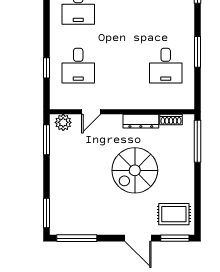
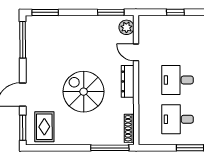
desk: (78, 66) -> (177, 80), moved
shoe rack: (171, 120) -> (129, 128), width x1.43
dresser: (141, 121) -> (128, 81), moved

